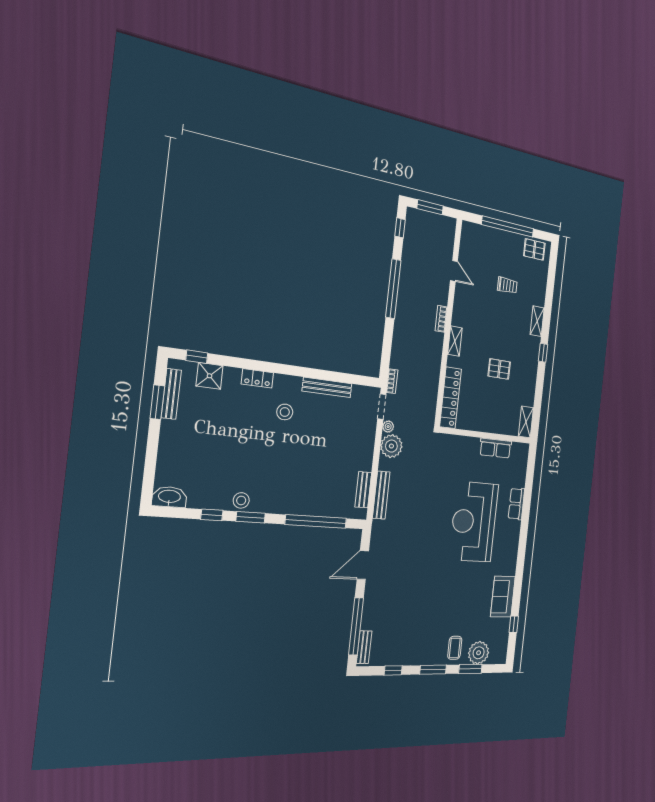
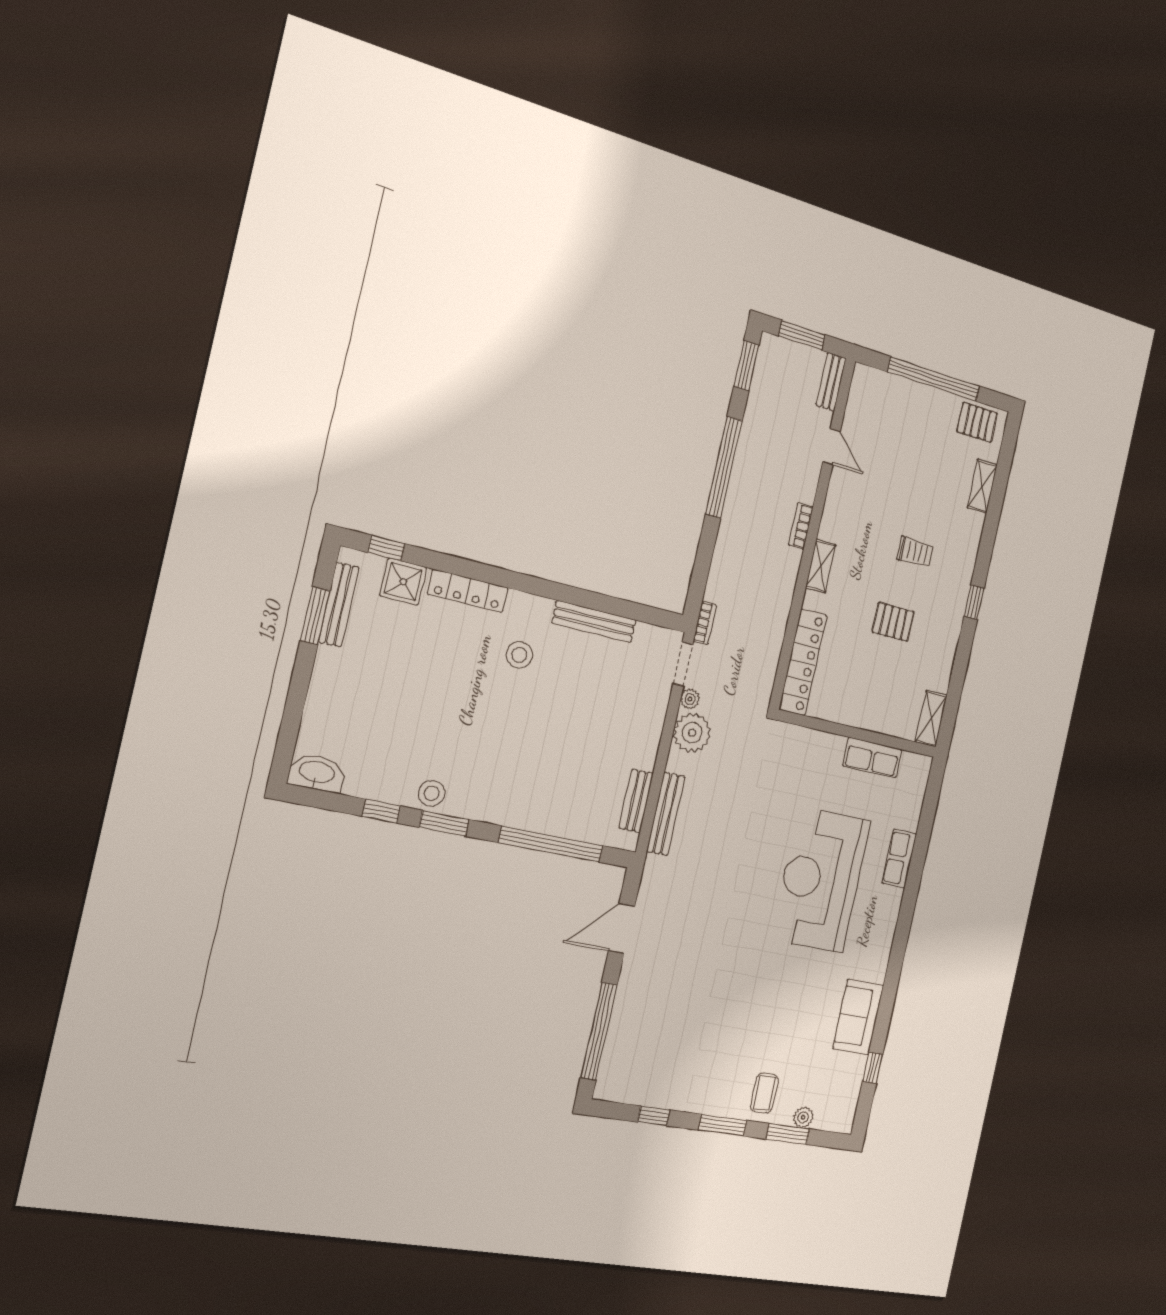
window: (400, 228) -> (746, 366), width x1.50
trolley: (507, 285) -> (915, 552), moved
shelving: (537, 321) -> (982, 486), moved
locker: (257, 378) -> (468, 591), width x1.53
bench: (364, 647) -> (831, 382), moved
plant: (479, 653) -> (803, 1117), width x0.53, depth x0.53

